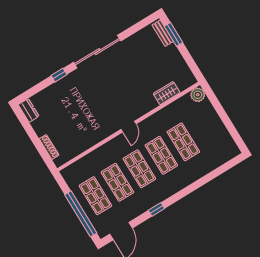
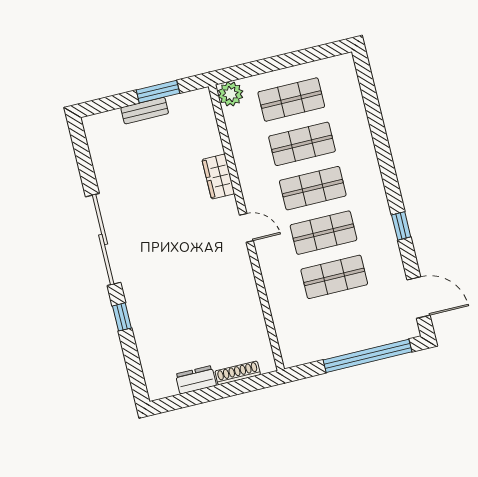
bench: (163, 33) -> (145, 111), moved
window: (174, 34) -> (158, 92), moved
wardrobe: (167, 93) -> (218, 177), moved
dresser: (29, 110) -> (196, 380), moved
shop shelf: (95, 196) -> (291, 100), moved

